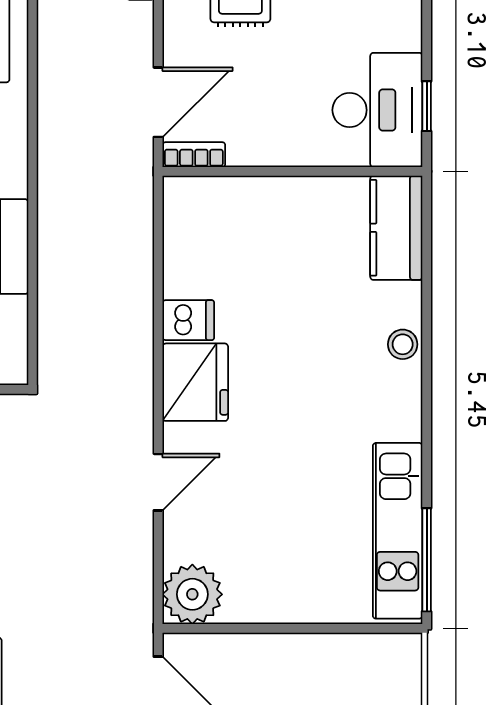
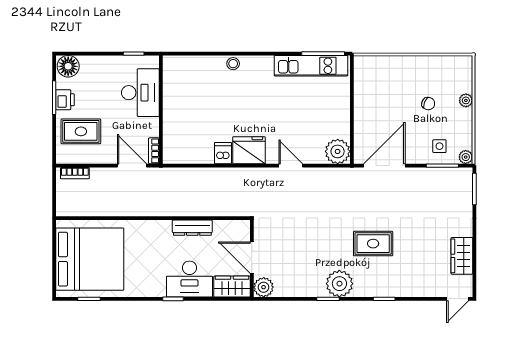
desk: (377, 110) -> (140, 93), moved, turned 90
kitchen counter: (396, 228) -> (184, 66), removed

